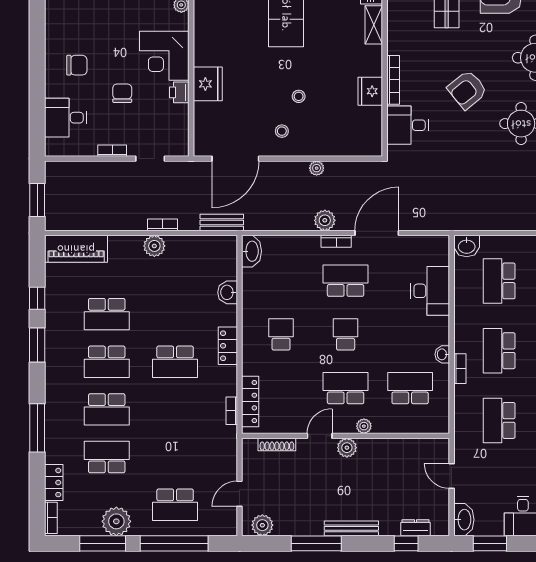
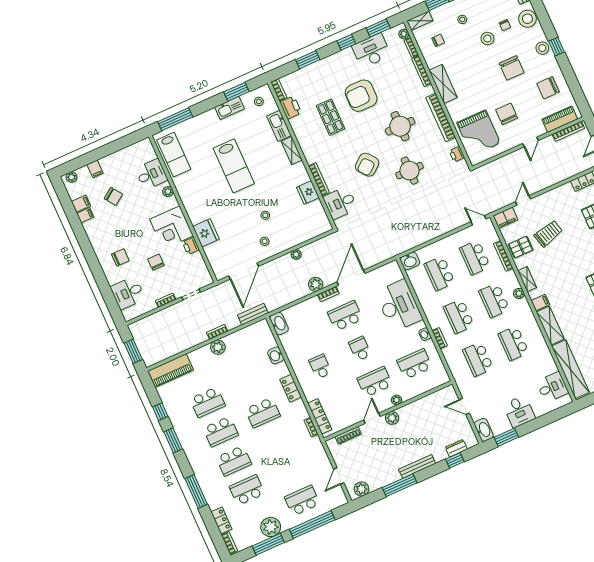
desk: (430, 291) -> (399, 306), width x1.36, depth x1.30
school desk: (175, 505) -> (302, 500), turned 180

